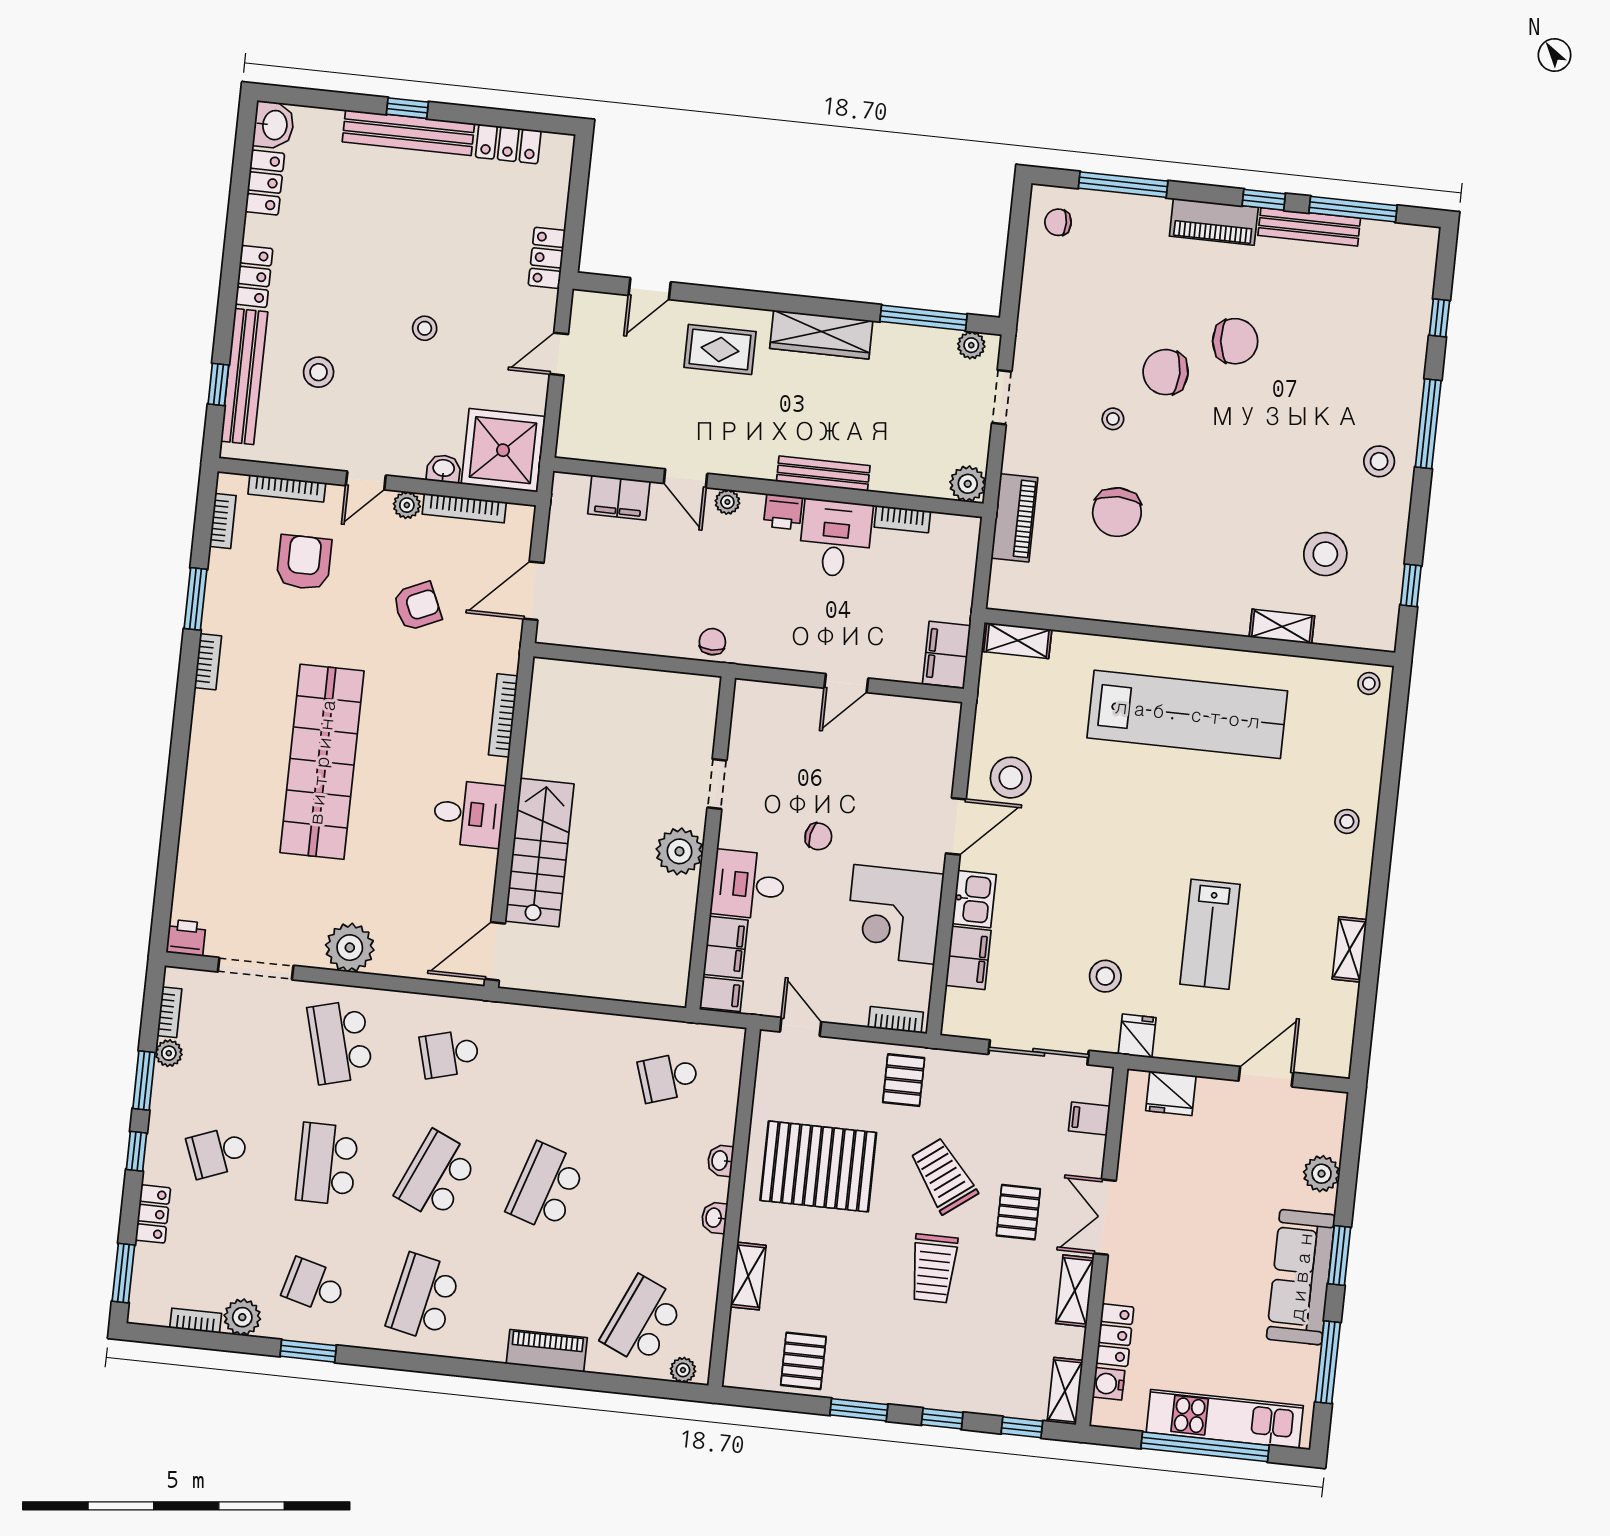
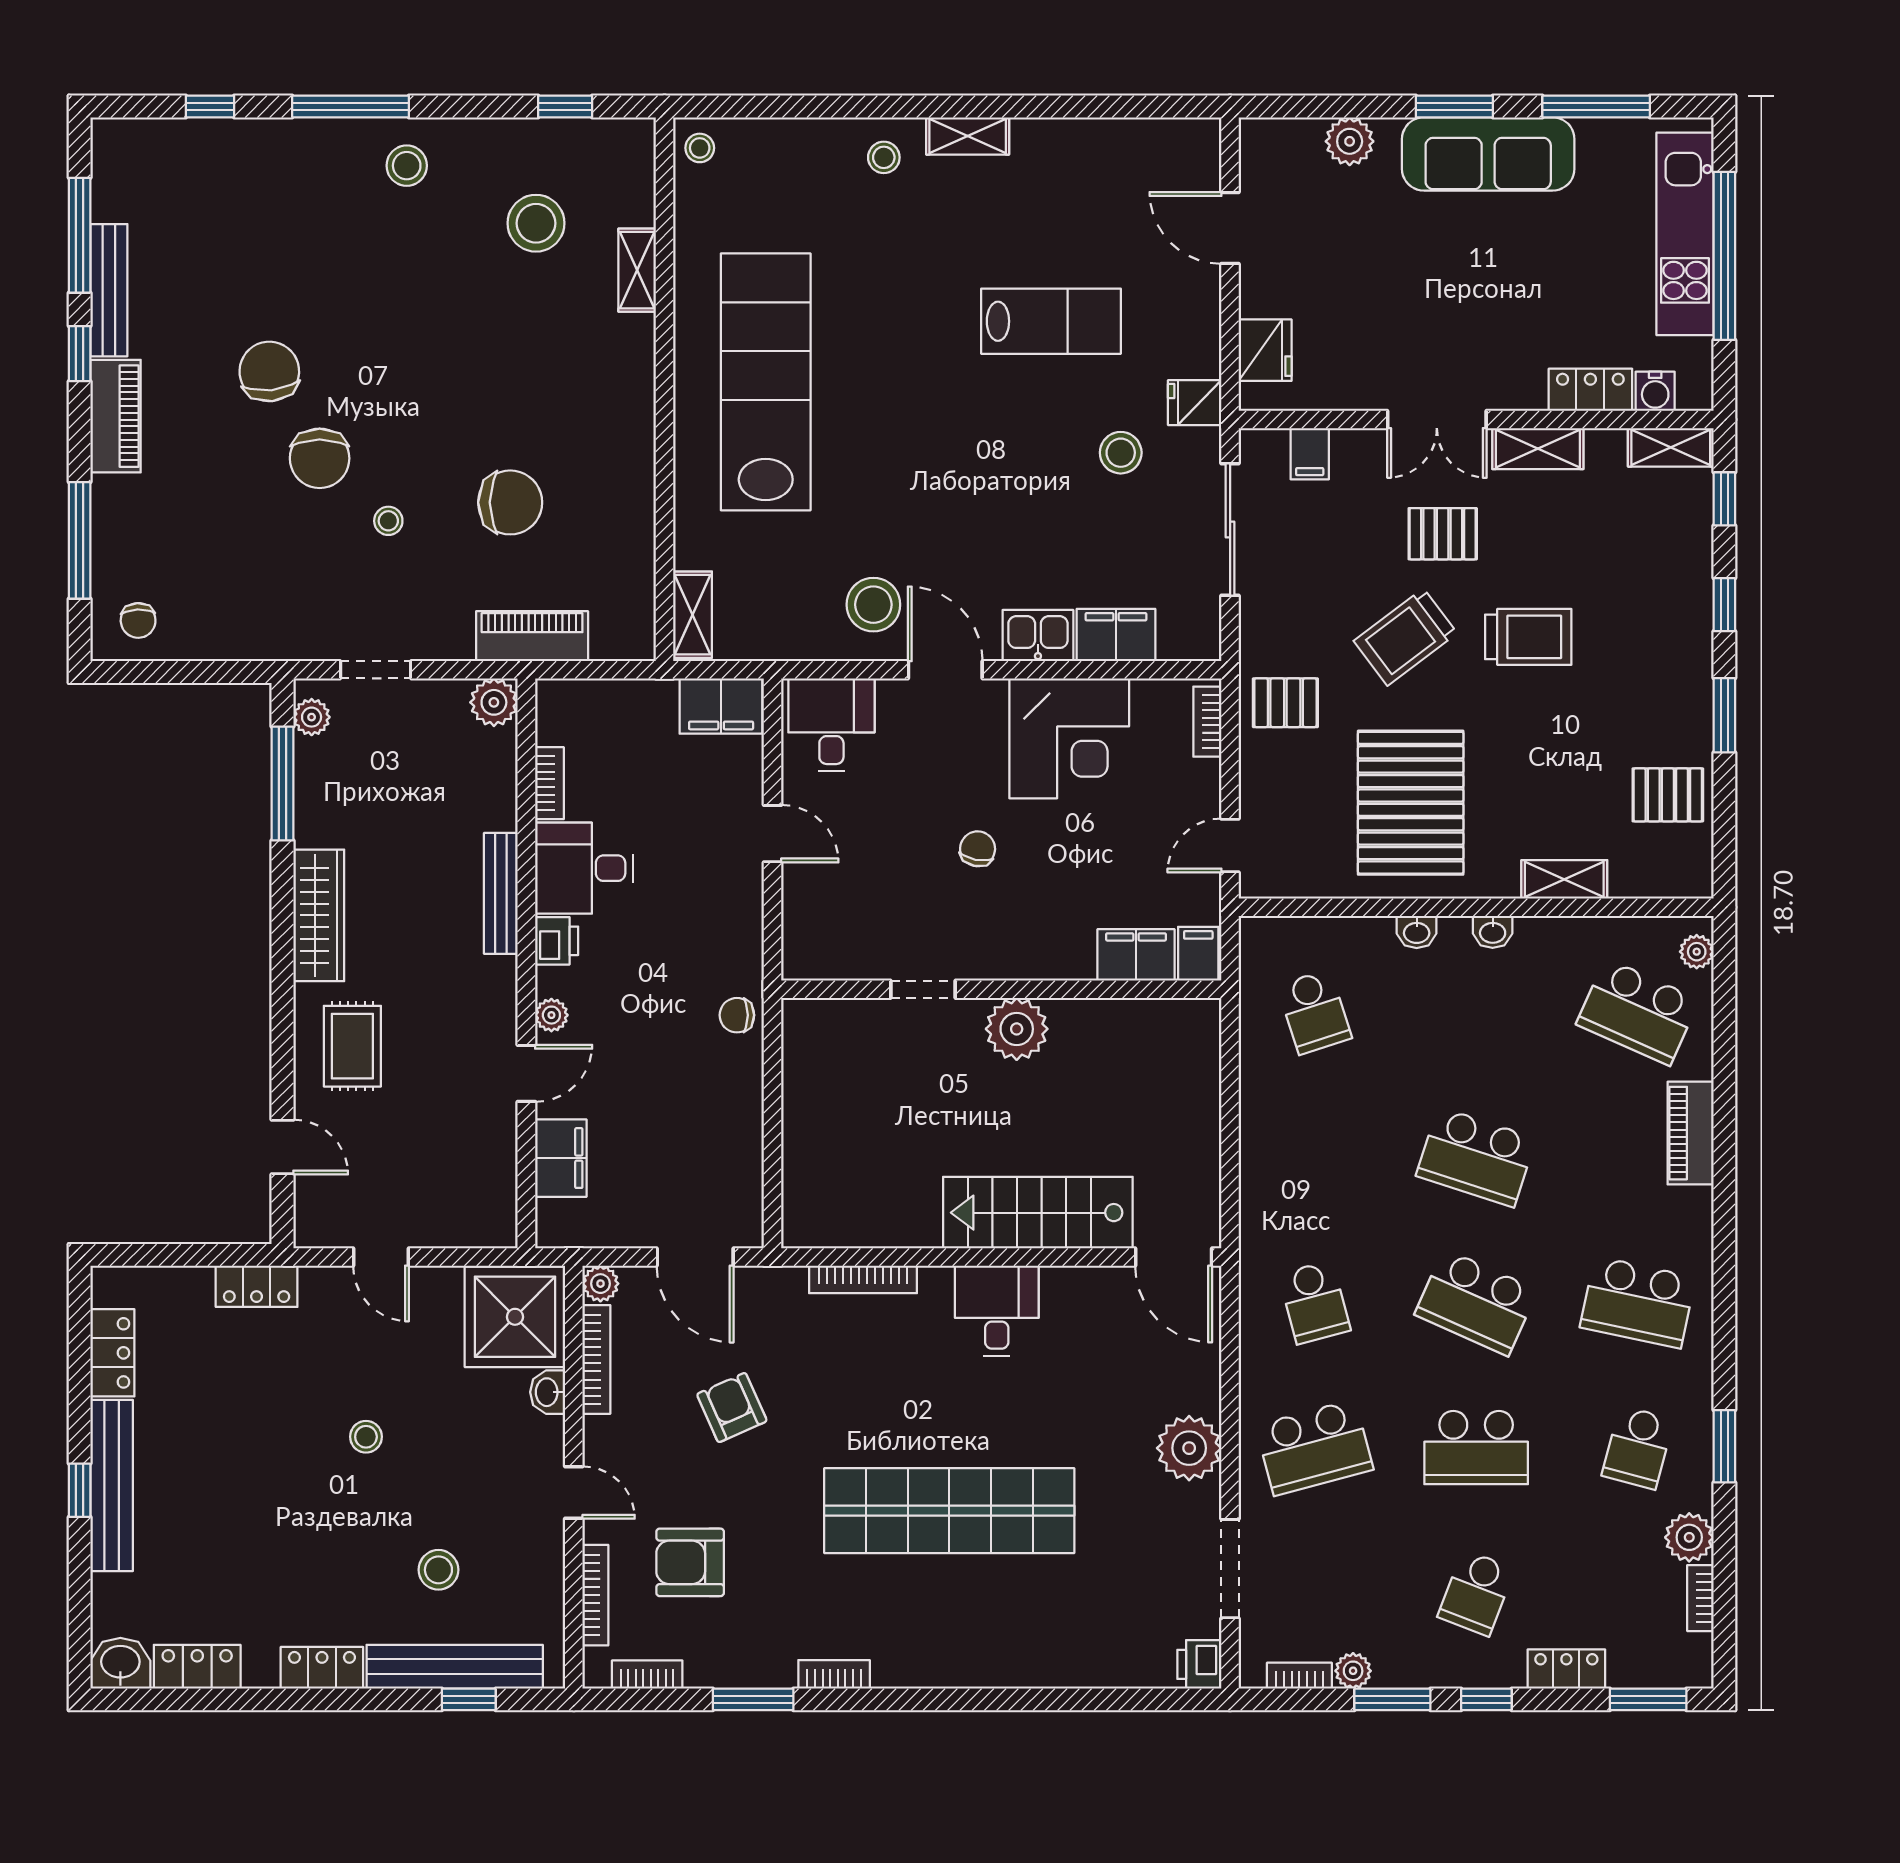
plant: (407, 505) -> (600, 1284), moved
desk: (748, 885) -> (831, 725), moved, turned 180
shelving: (1350, 949) -> (968, 136), moved
school desk: (218, 1152) -> (1476, 1593), turned 42

